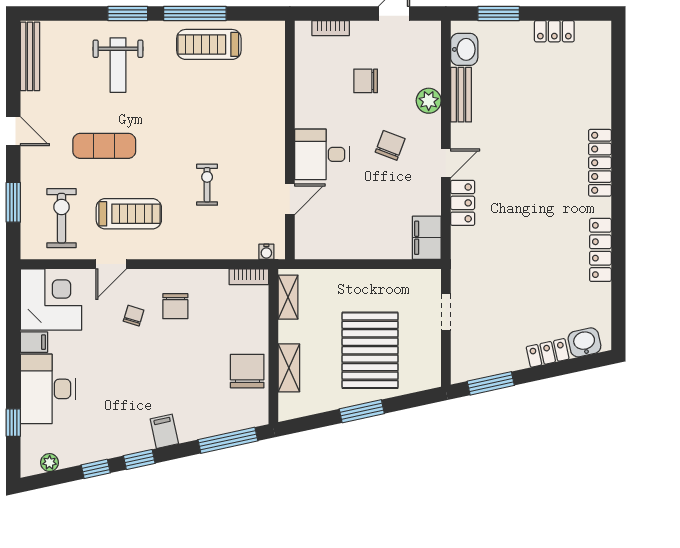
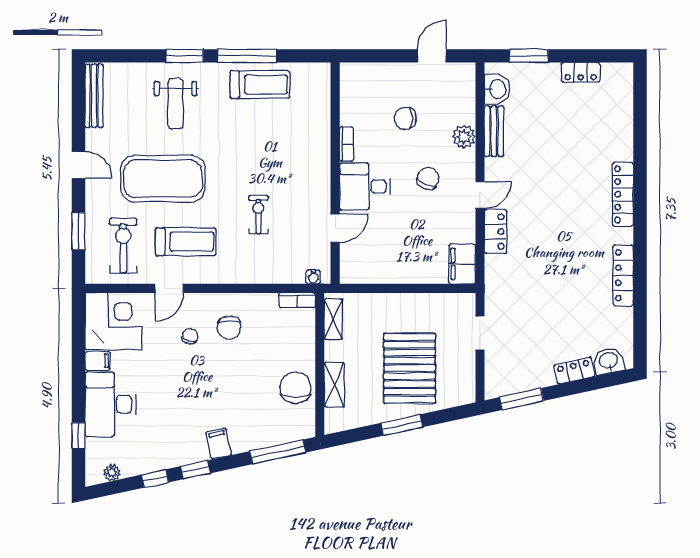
bookcase: (331, 28) -> (346, 144), moved, turned -90
treadmill: (209, 44) -> (260, 85), turned 180
exercise mat: (104, 146) -> (163, 179), width x2.00, depth x1.45

